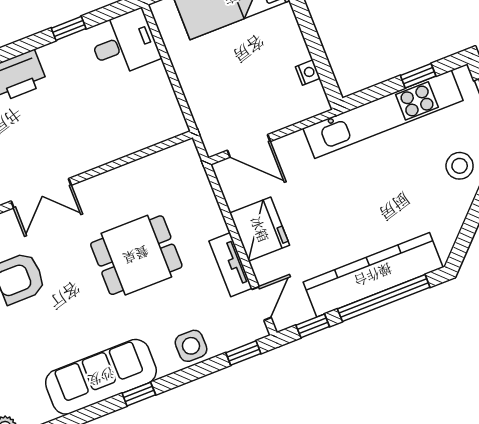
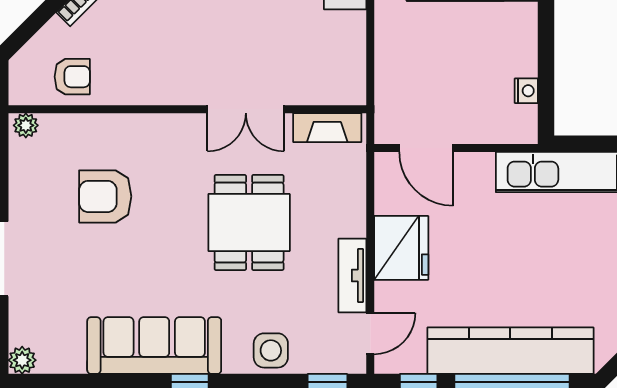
fireplace: (168, 160) -> (327, 128), added
double door: (41, 193) -> (246, 109), moved
dining table: (136, 255) -> (249, 222), turned 90

